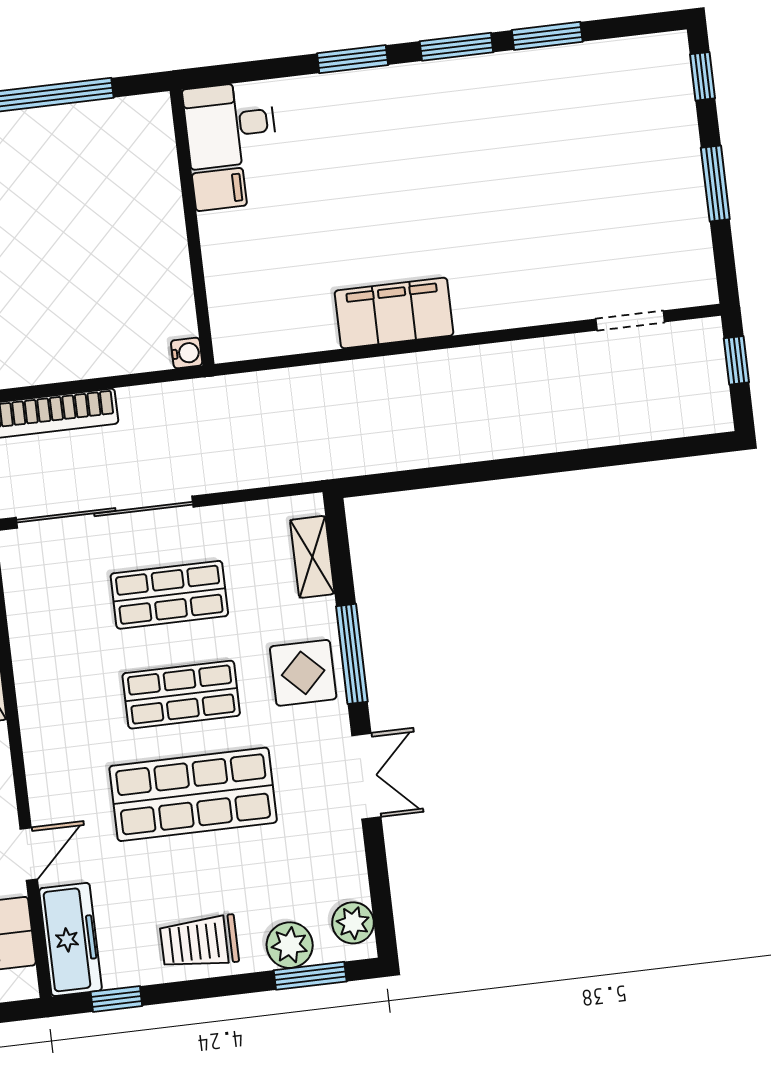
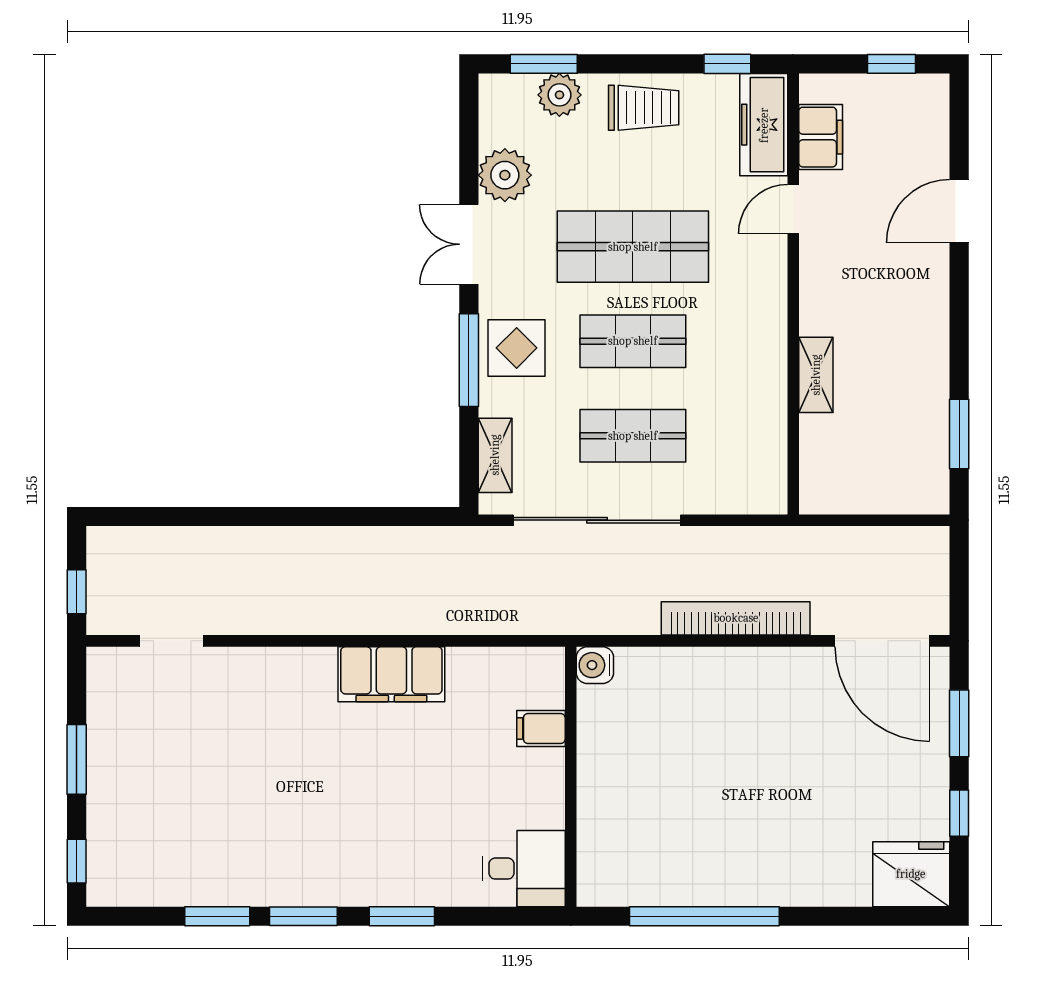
filing cabinet: (219, 189) -> (541, 728), moved
water cooler: (187, 353) -> (595, 665), width x1.38, depth x1.38
sliding door: (105, 512) -> (597, 520), moved
plant: (353, 923) -> (505, 175), moved, width x1.36, depth x1.36

